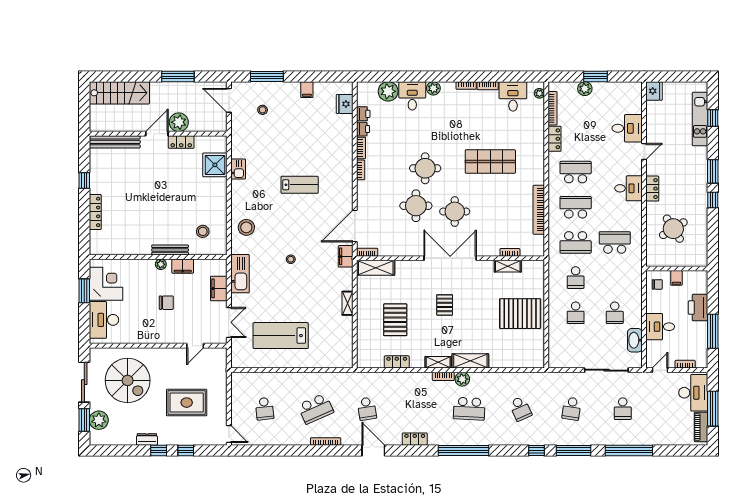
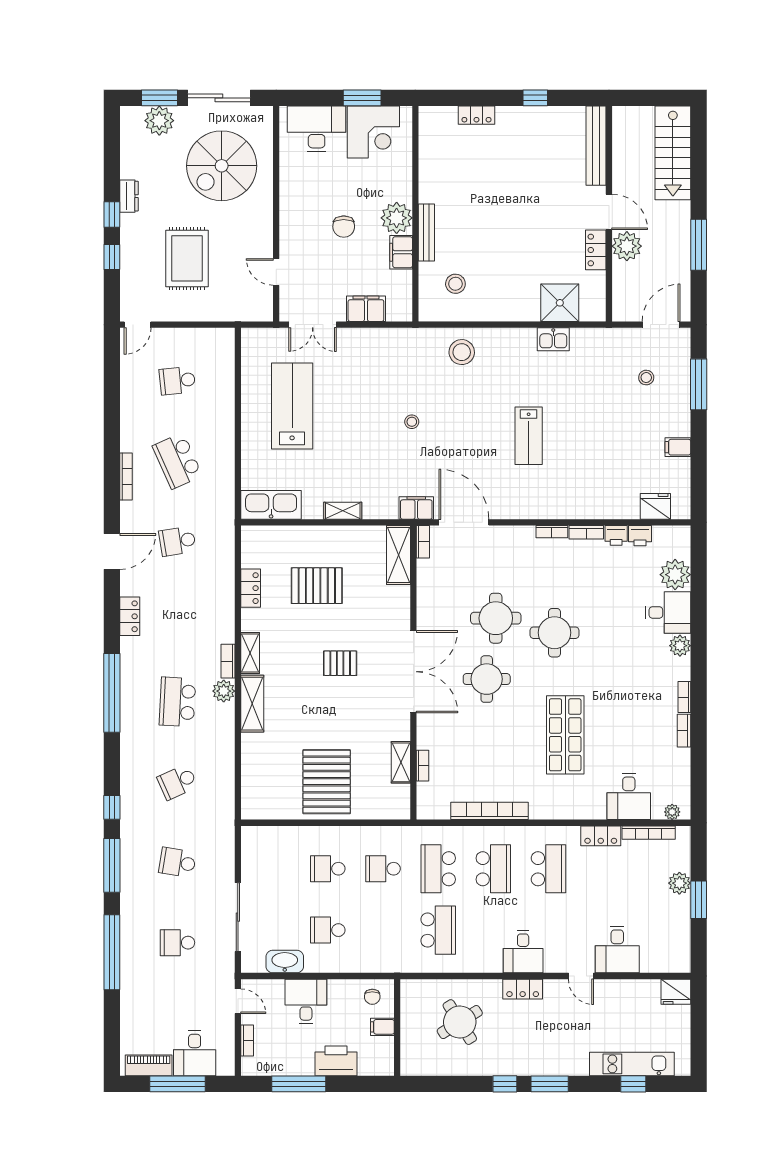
desk: (513, 96) -> (629, 796), moved, turned 90
locker: (95, 212) -> (476, 115), width x0.66
plant: (161, 264) -> (397, 218), width x1.87, depth x1.87
kitchen sink: (240, 274) -> (271, 505), moved, turned 180
desk: (693, 393) -> (195, 1053), width x0.73

